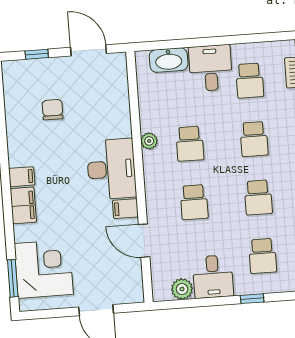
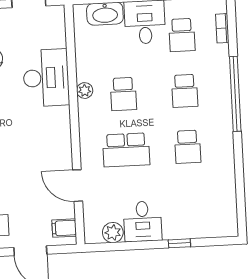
desk: (111, 169) -> (46, 78), moved
school desk: (194, 202) -> (126, 150), width x1.85
filing cabinet: (125, 209) -> (64, 228), moved
school desk: (263, 256) -> (190, 203), removed

